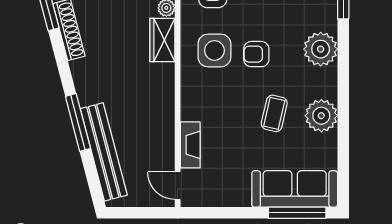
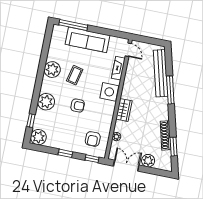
wardrobe: (162, 40) -> (124, 110), moved
side table: (214, 50) -> (109, 92), moved
sofa: (295, 189) -> (87, 40), moved

